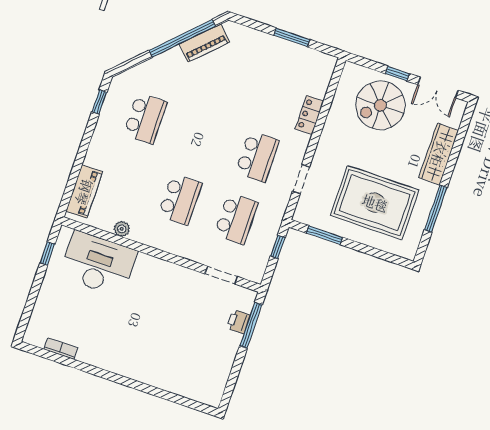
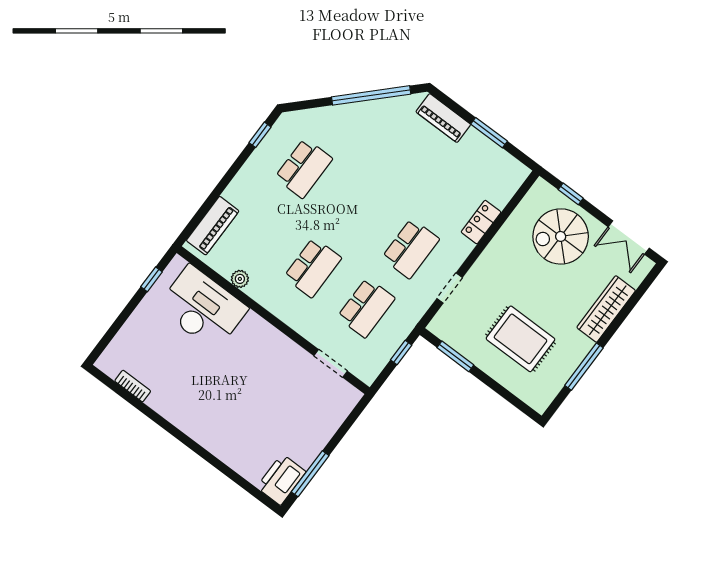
piano: (204, 43) -> (443, 118), moved, turned 45
window: (397, 74) -> (571, 194), moved
rug: (375, 203) -> (521, 339), width x0.73, depth x0.69
printer: (239, 322) -> (281, 480), moved, width x1.87, depth x1.48
window: (251, 325) -> (310, 474), moved

